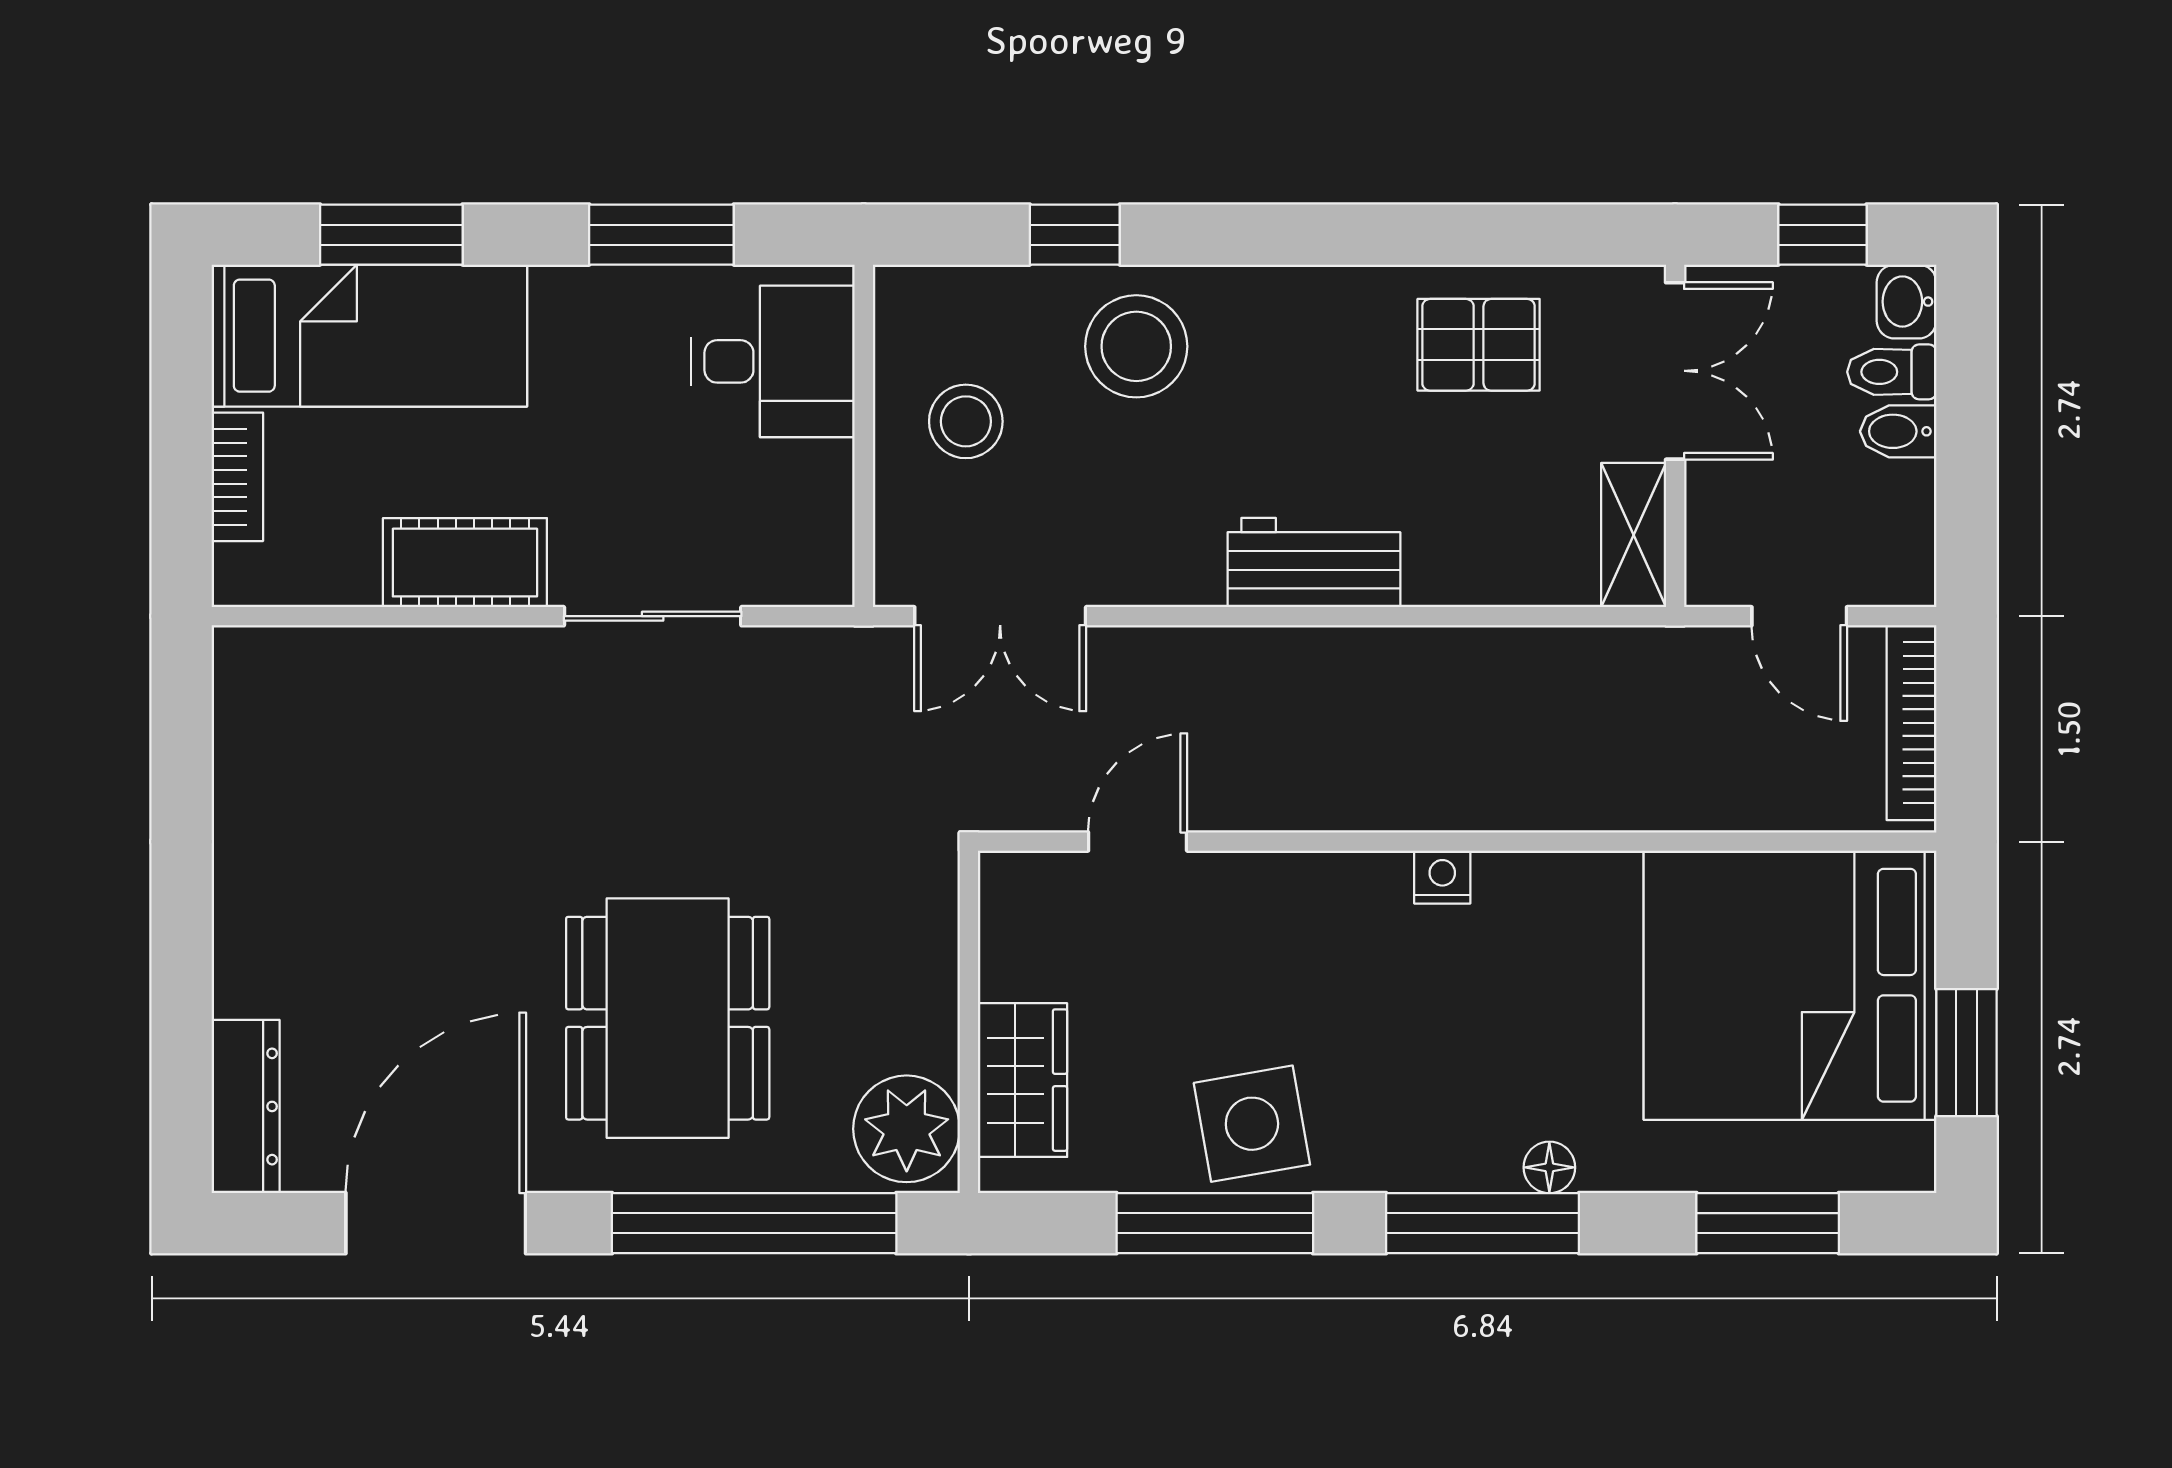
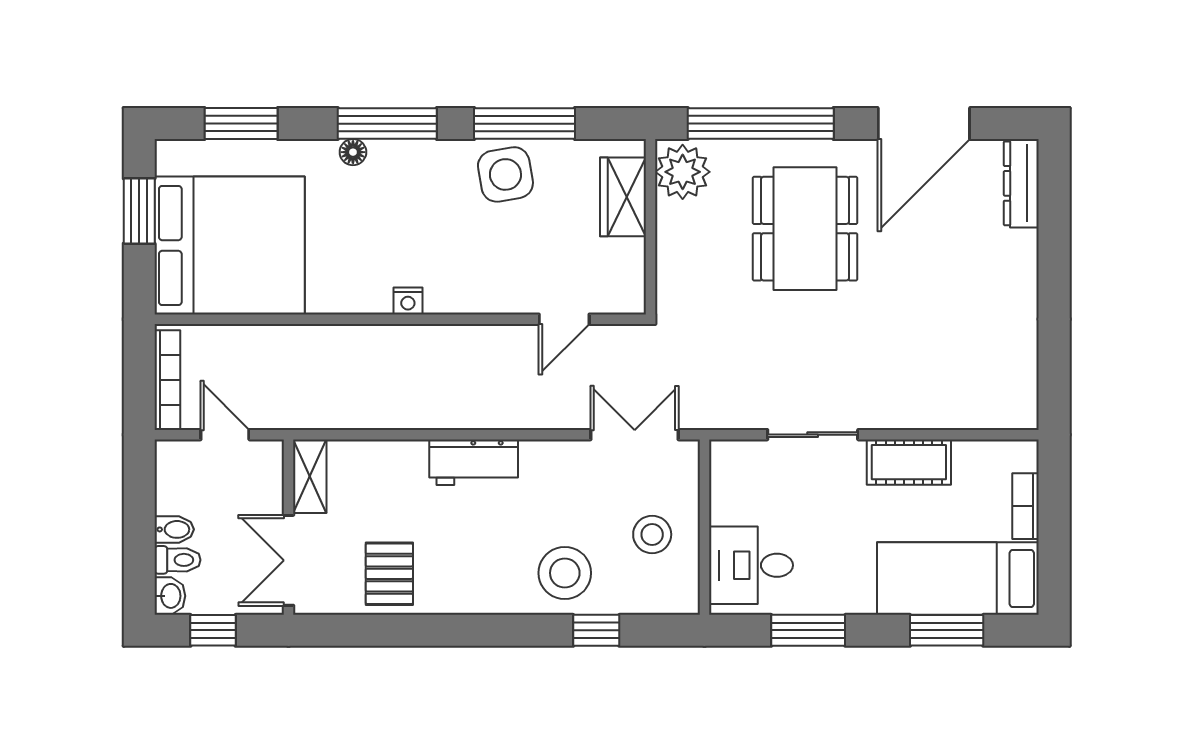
pallet: (1479, 345) -> (389, 574), turned 90

